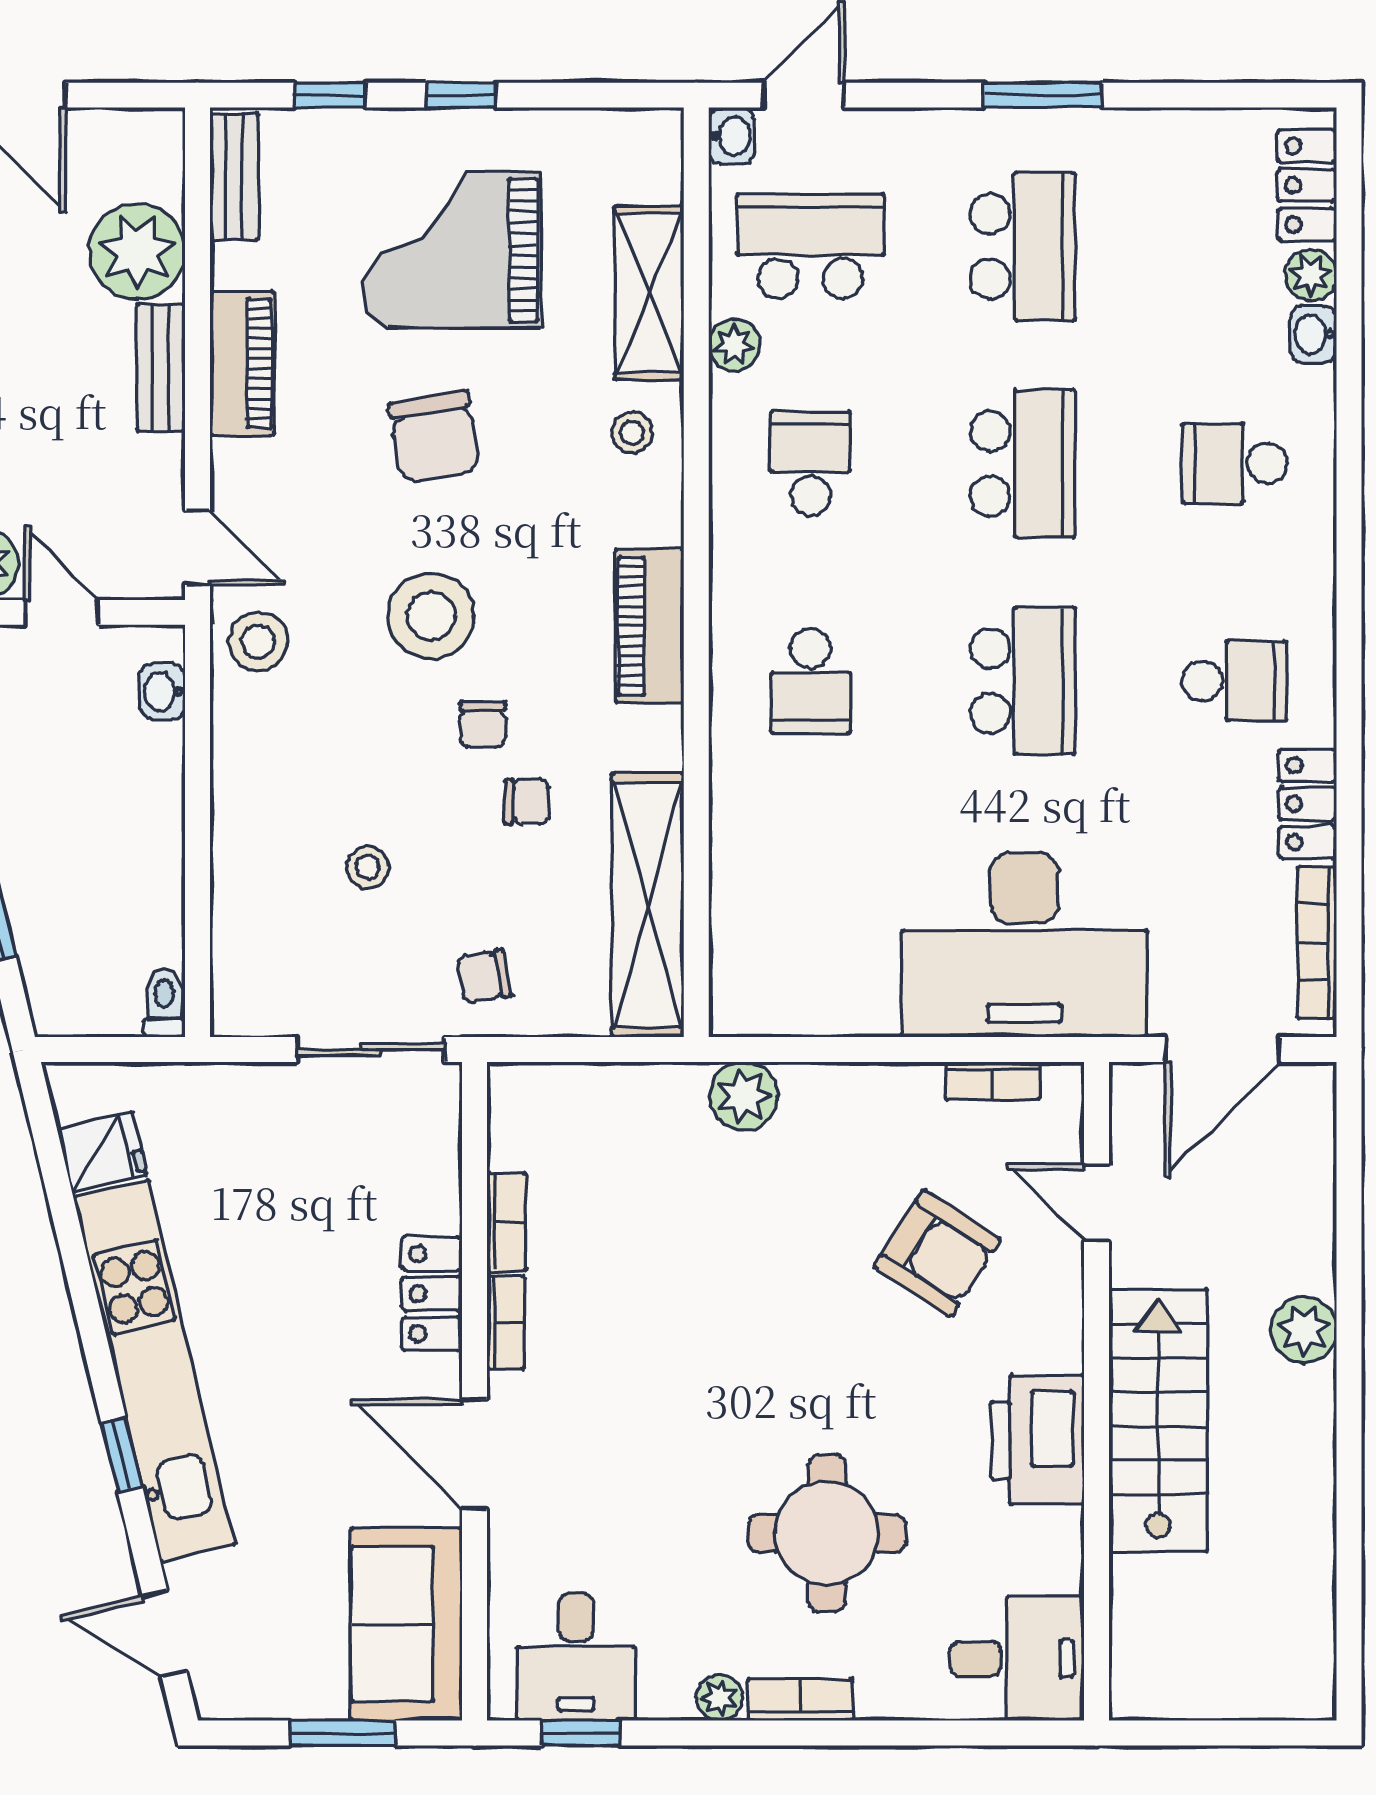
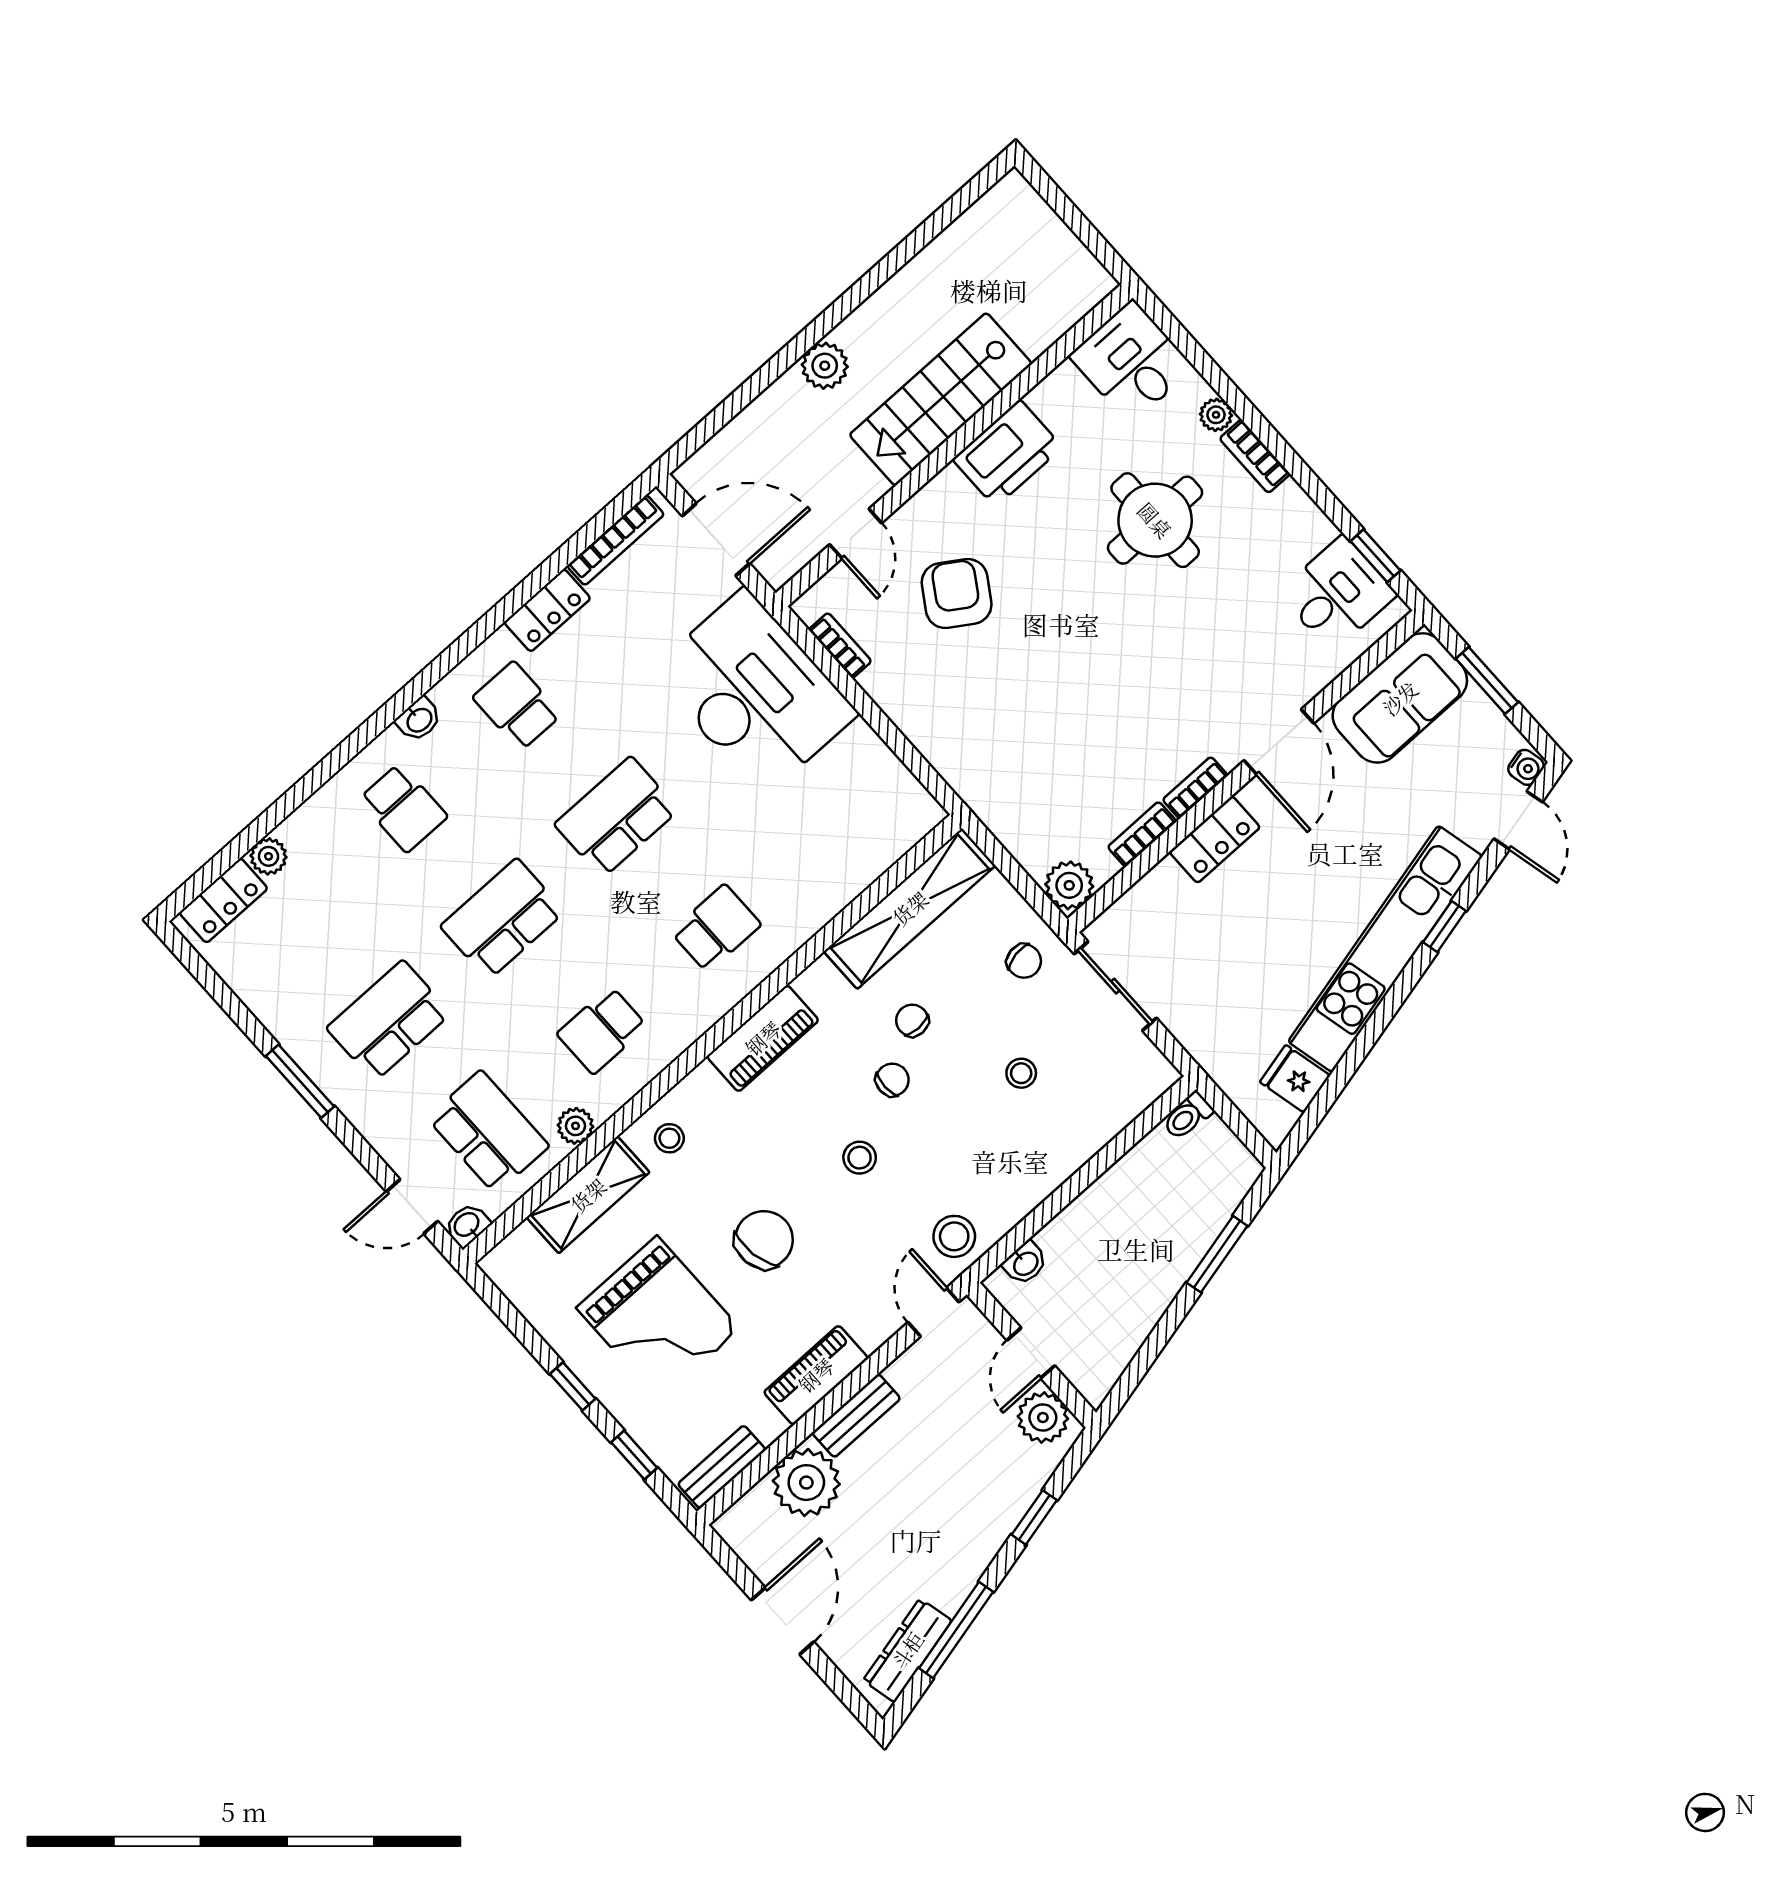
school desk: (811, 246) -> (488, 1132), turned 180
washbasin: (1313, 334) -> (419, 719), moved
stool: (431, 616) -> (860, 1158), width x0.53, depth x0.53
plant: (744, 1096) -> (1069, 885), moved
water cooler: (213, 1692) -> (1526, 767), added
plant: (720, 1698) -> (1216, 415), moved

